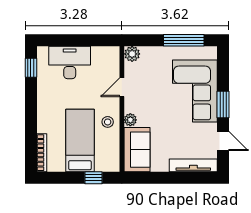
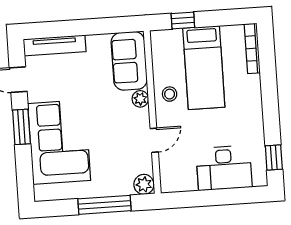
window: (184, 40) -> (105, 205), moved

